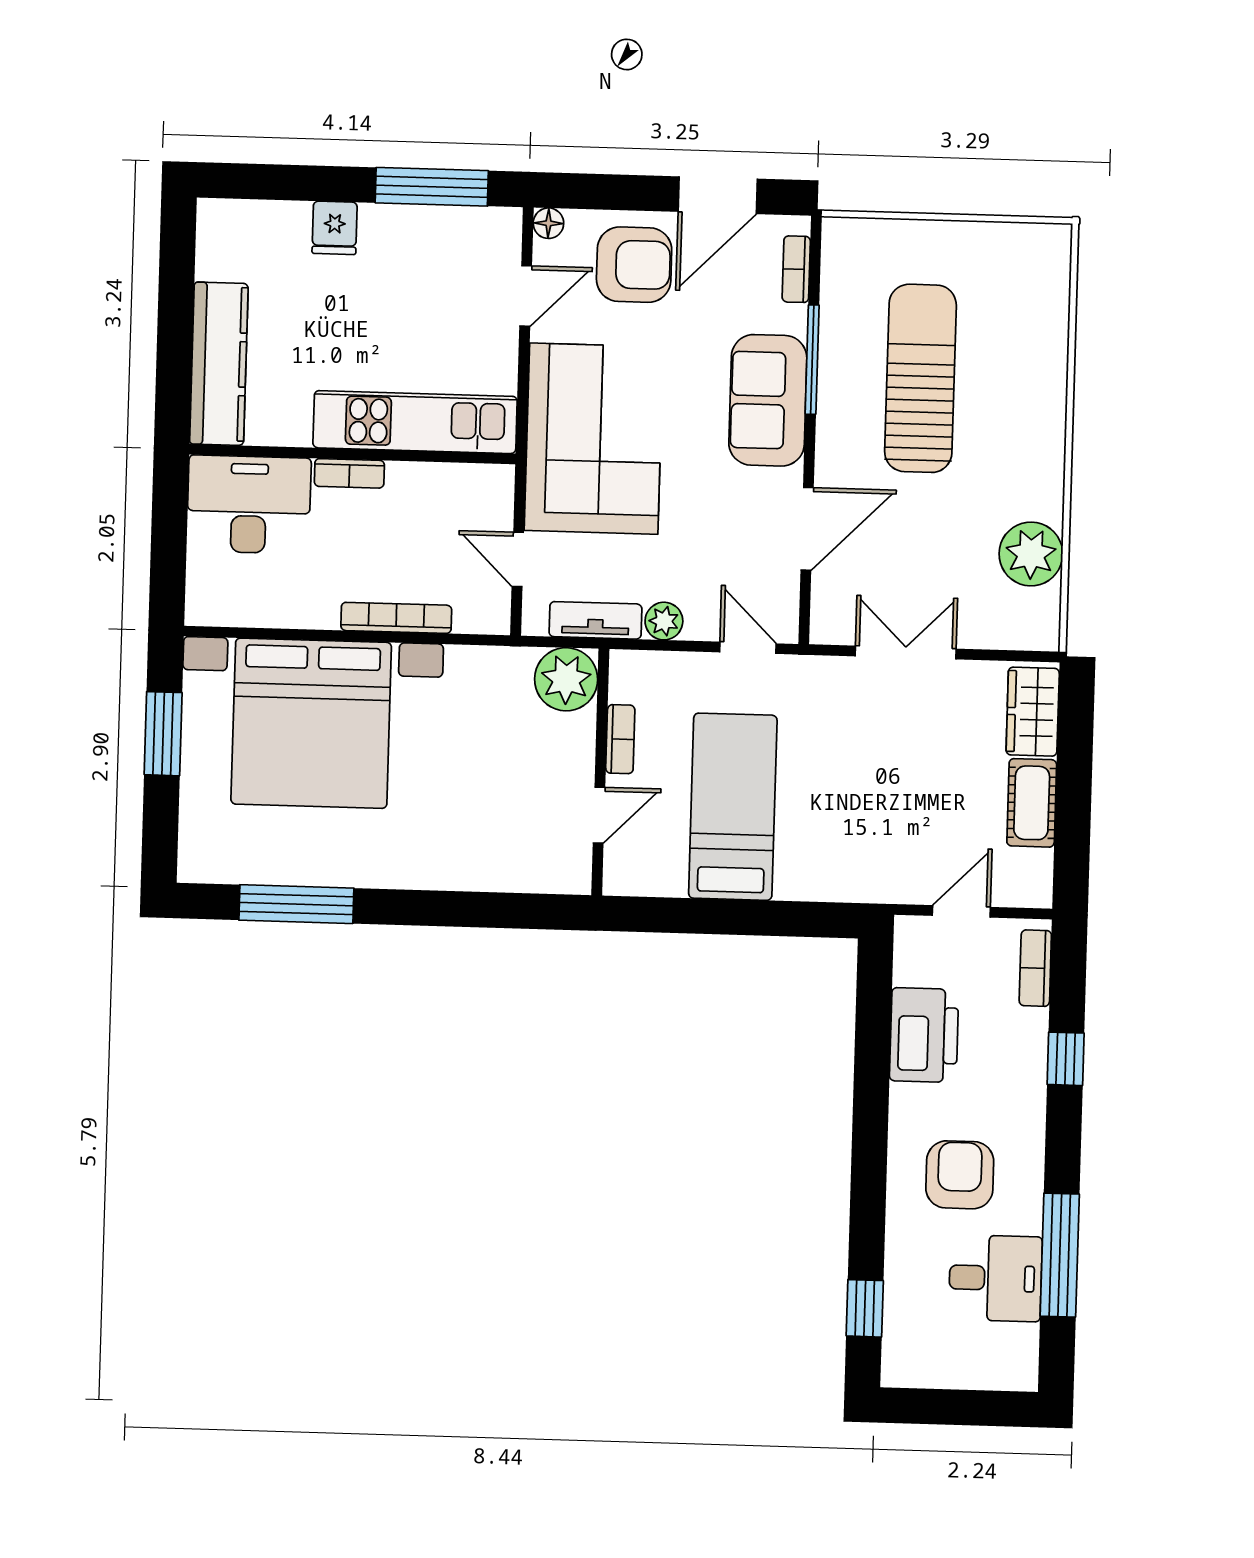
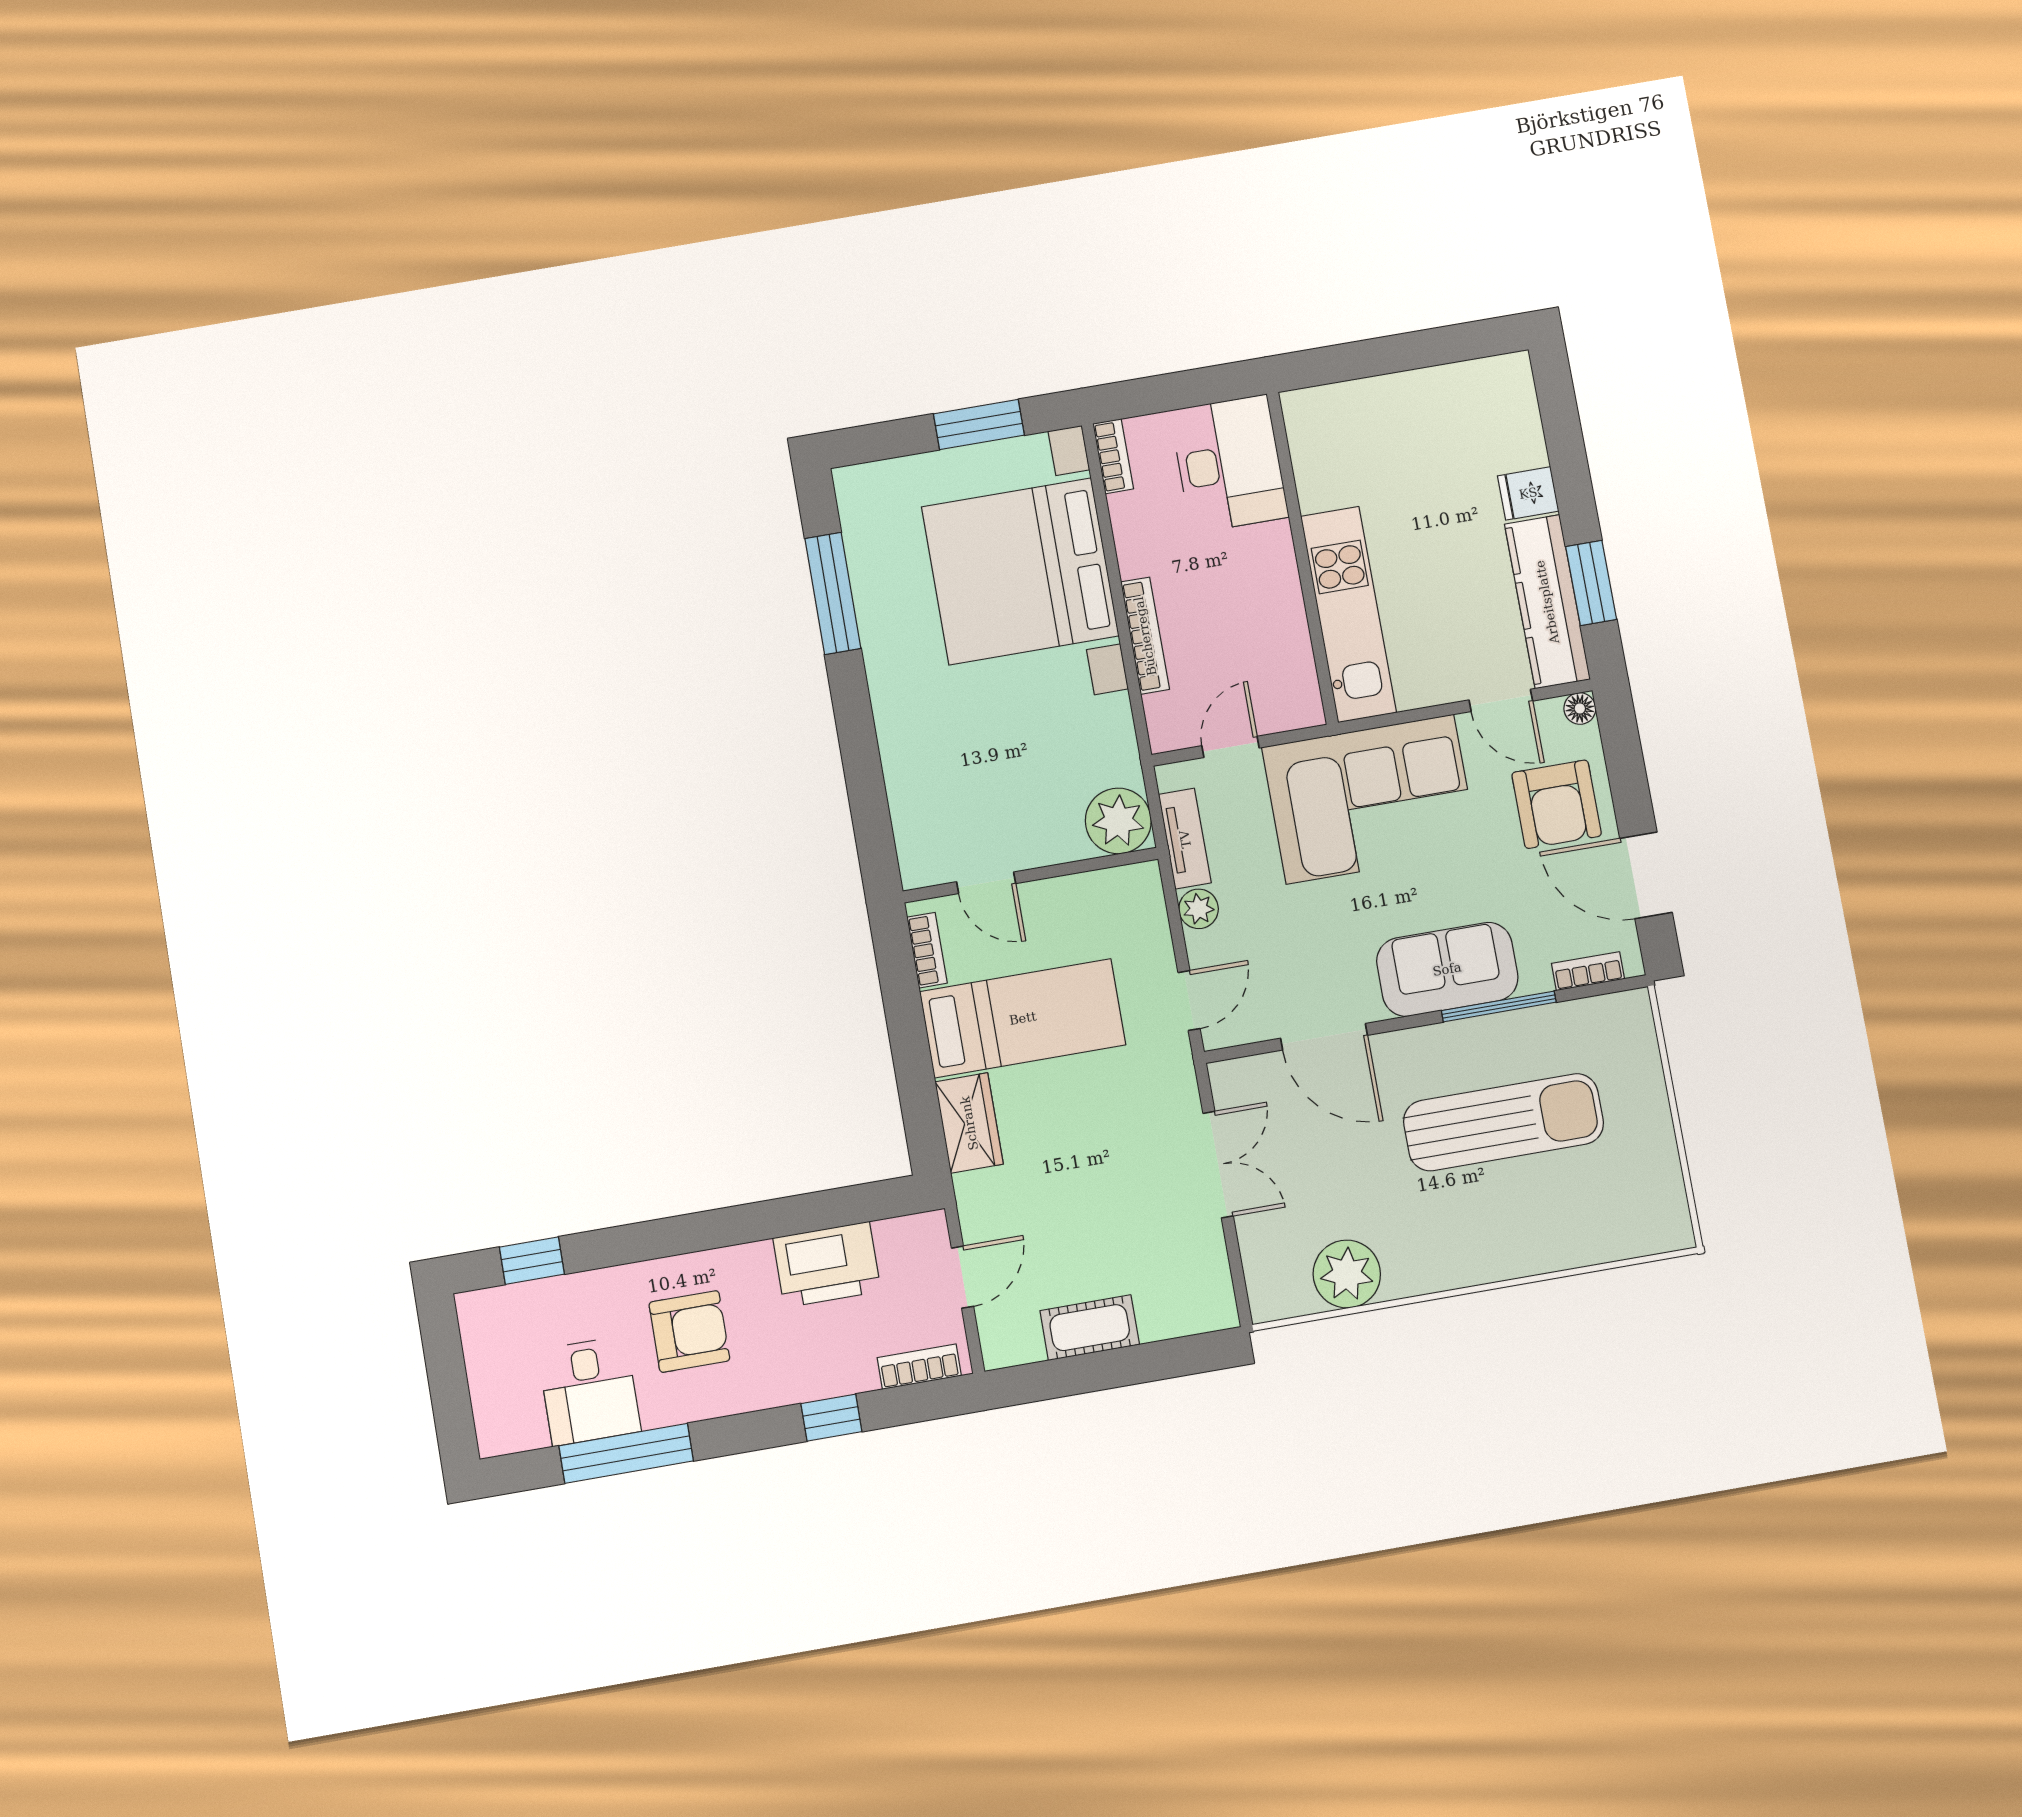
window: (432, 187) -> (1591, 583), width x0.69
kitchen counter: (219, 364) -> (1547, 602), moved, turned 90
bookcase: (349, 473) -> (1113, 456), moved, turned 180
wardrobe: (1033, 712) -> (969, 1123), moved, turned 90
bookcase: (620, 739) -> (927, 950), moved, turned -90
door: (961, 911) -> (962, 1277), hinge flipped

